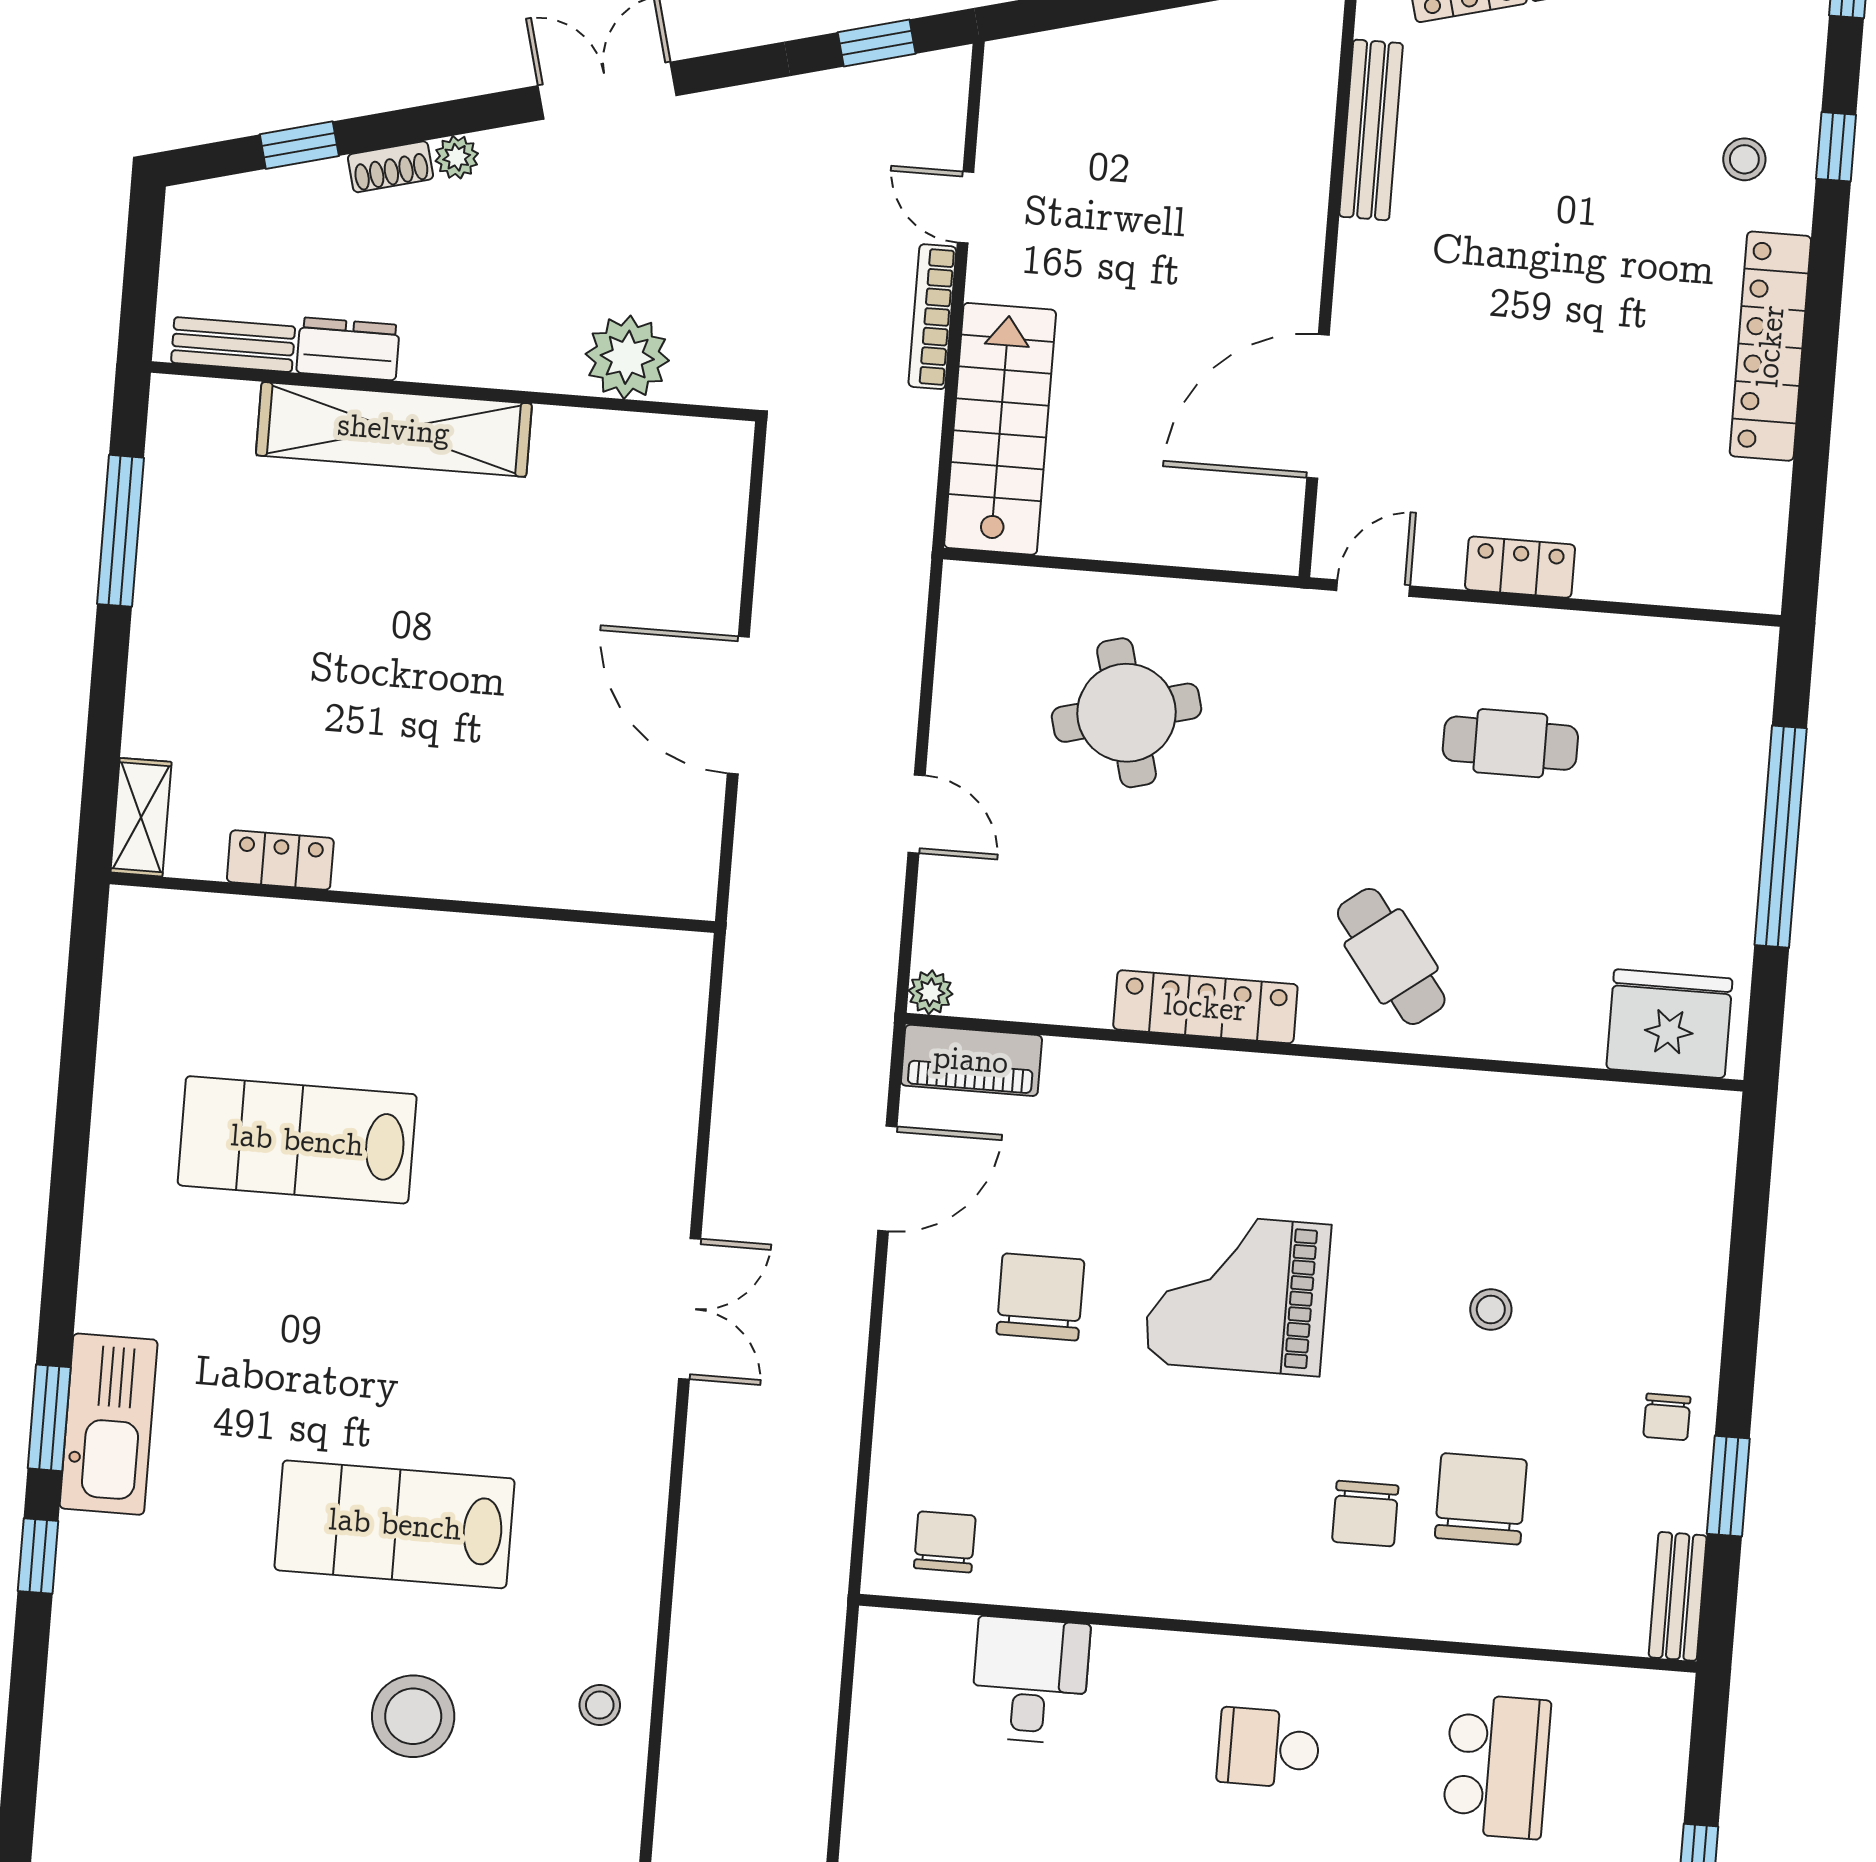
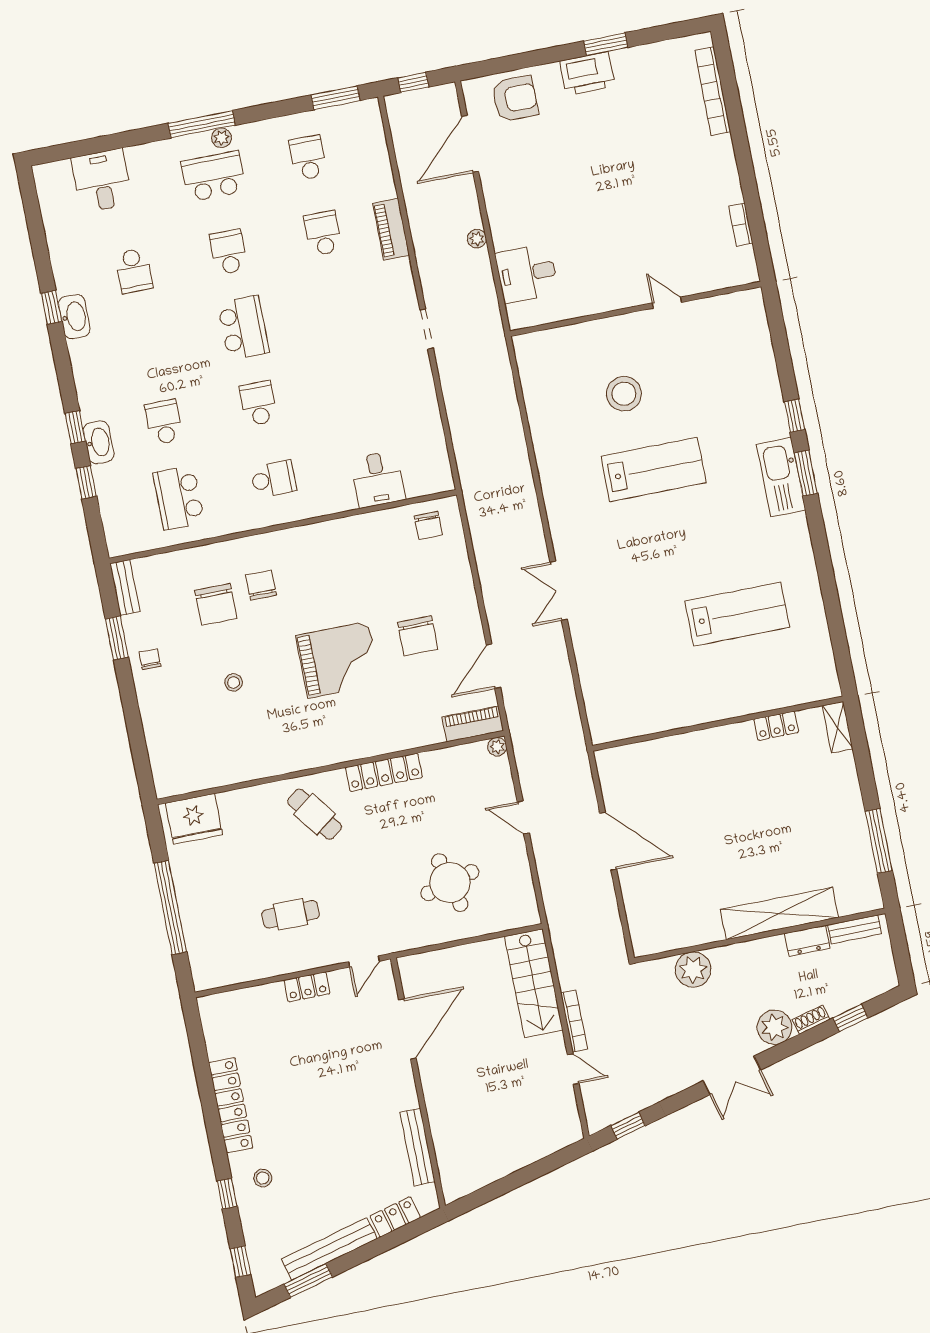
plant: (457, 157) -> (774, 1027), width x1.88, depth x1.88
stool: (600, 1705) -> (550, 420), removed

